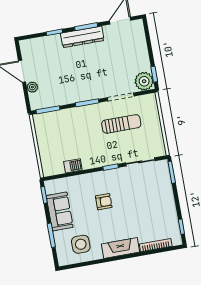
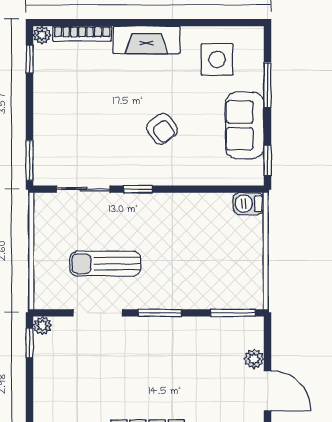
plant: (144, 81) -> (42, 326), width x0.53, depth x0.53
barbecue: (73, 166) -> (249, 204), moved
armchair: (104, 202) -> (162, 129), turned -126
plant: (177, 241) -> (42, 35), added

